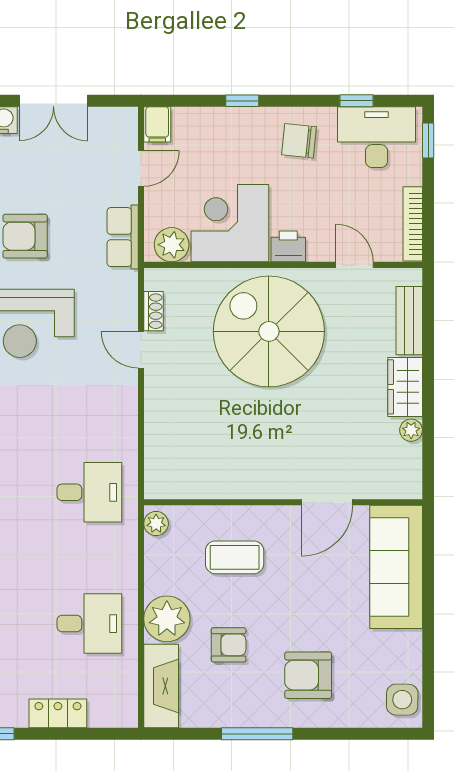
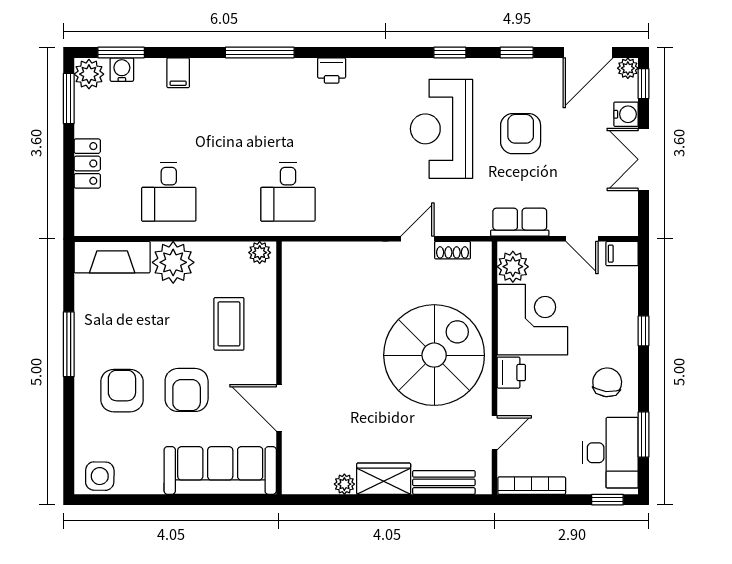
window: (356, 101) -> (644, 434), width x1.50
armchair: (229, 645) -> (187, 390), moved, width x1.38, depth x1.38

